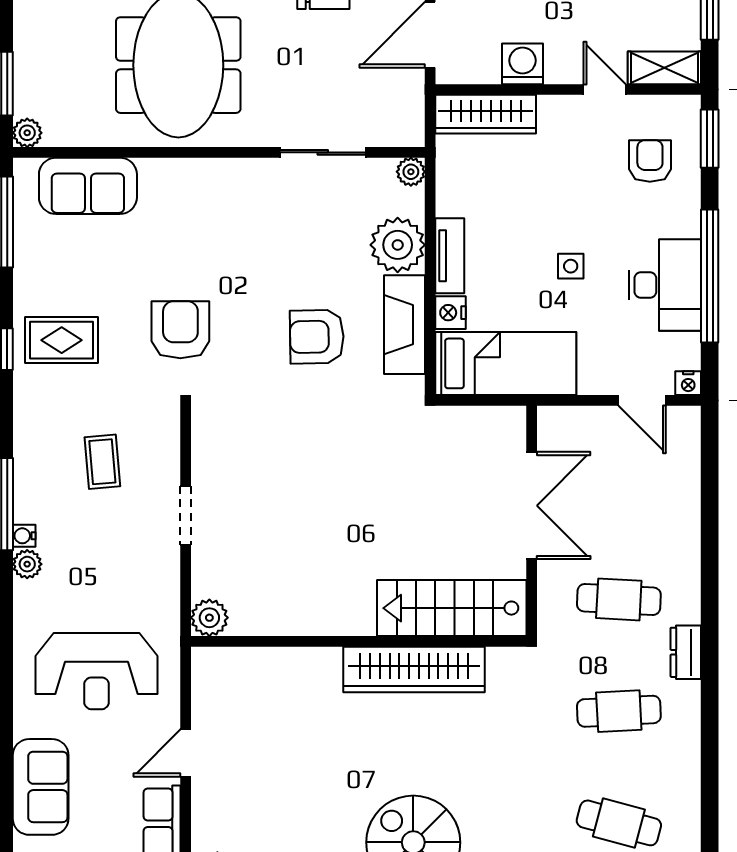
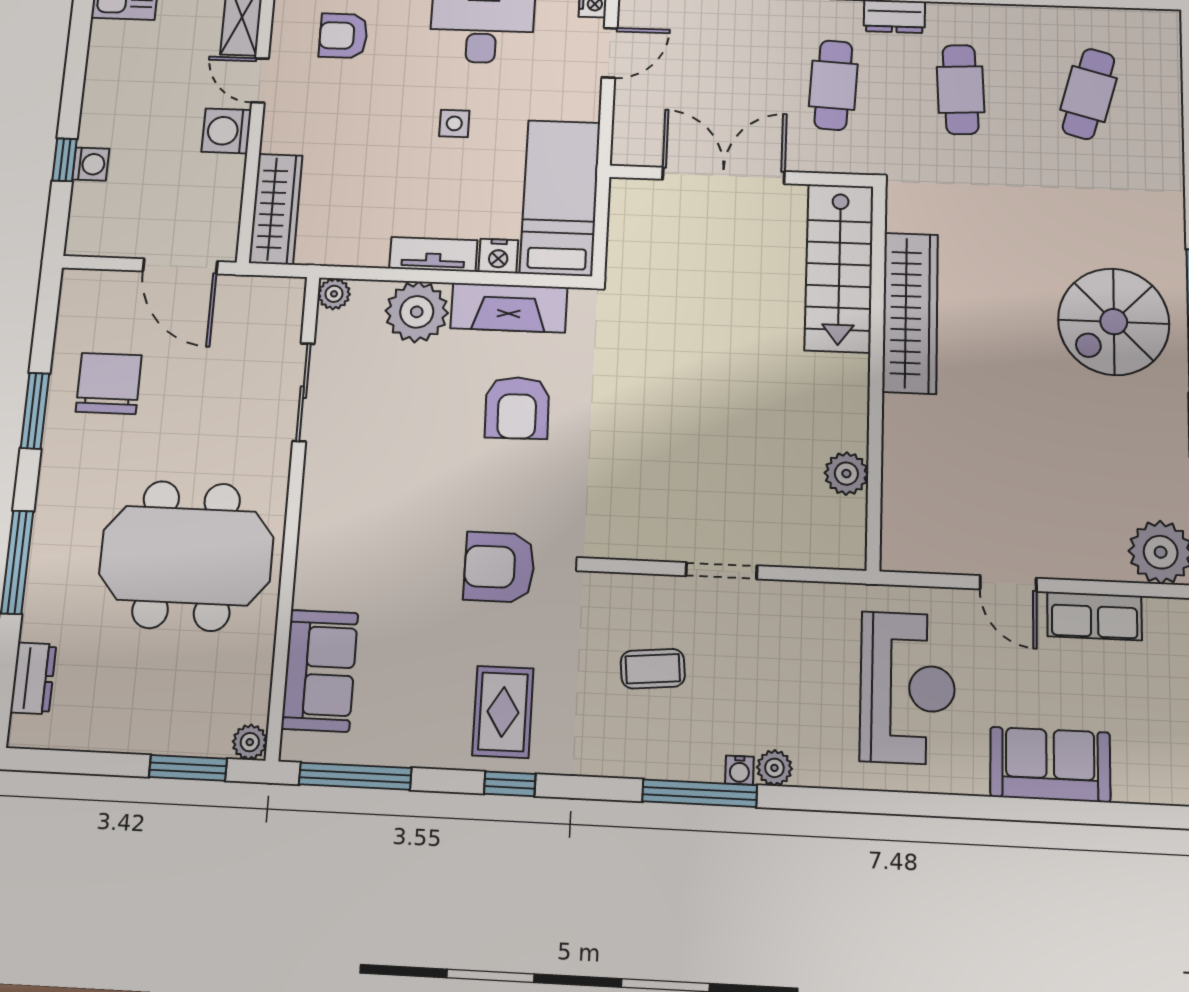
washing machine: (523, 64) -> (226, 131), moved
door: (605, 89) -> (260, 81), hinge flipped
plant: (209, 618) -> (846, 474), moved

